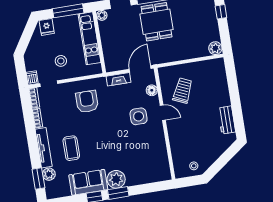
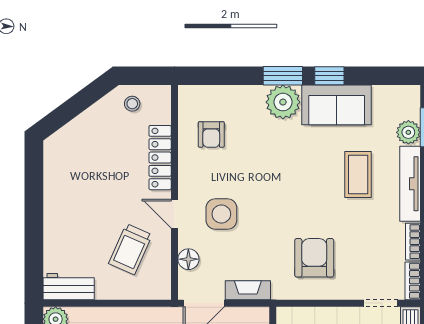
armchair: (87, 102) -> (314, 258), turned 180
workbench: (227, 120) -> (69, 287), moved, turned -90
locker: (175, 140) -> (160, 158), added
armchair: (150, 157) -> (211, 134), added

